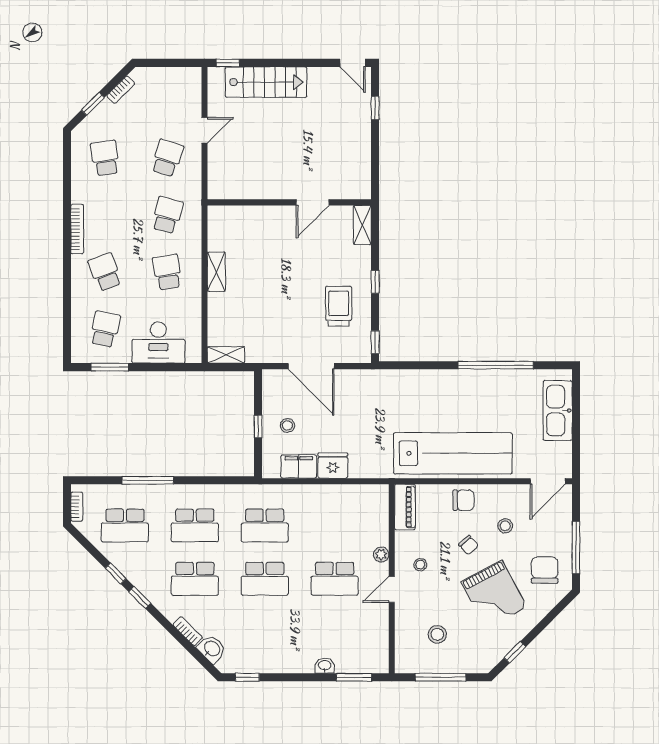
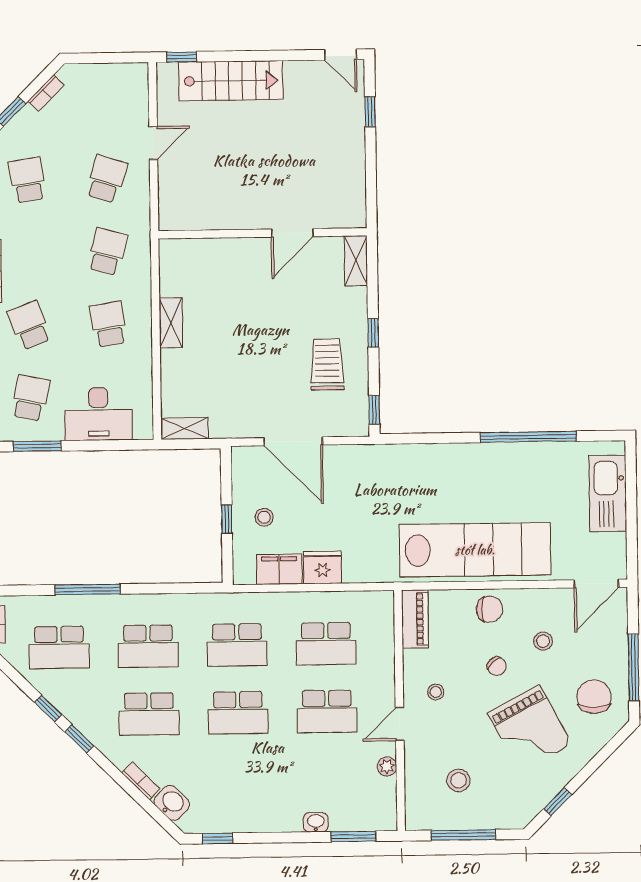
school desk: (335, 525) -> (326, 644), added
plant: (381, 555) -> (387, 766), moved

